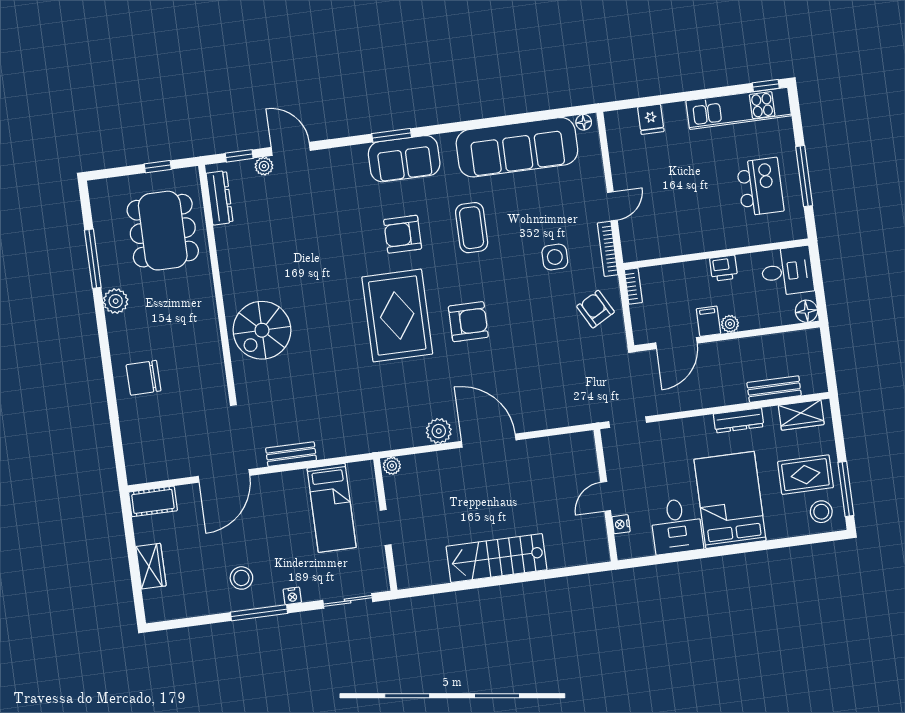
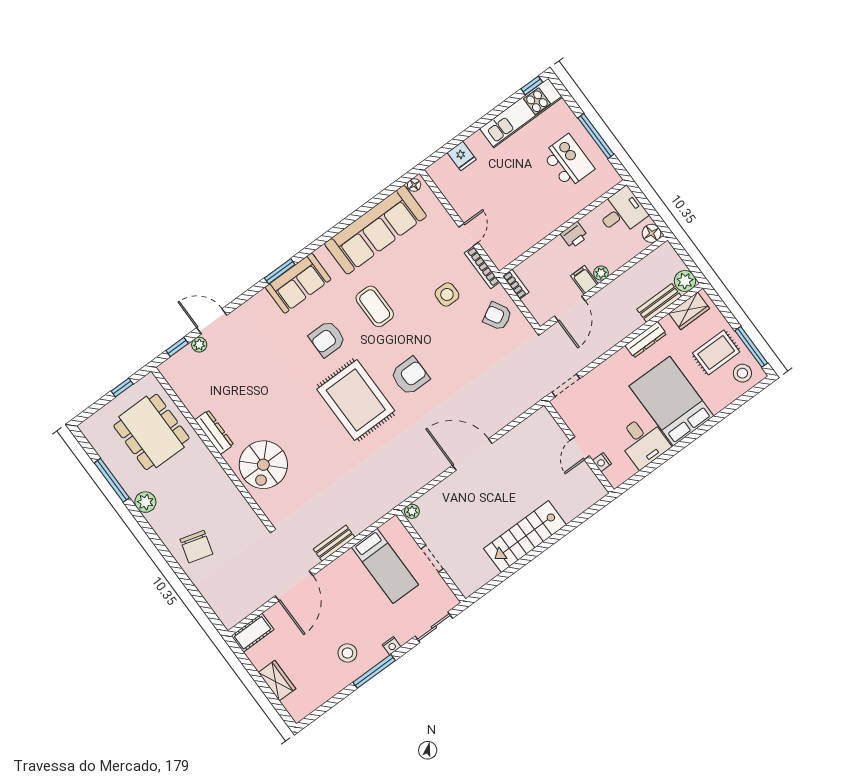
dresser: (220, 198) -> (214, 432), moved
chair: (144, 378) -> (196, 547), turned -73
plant: (439, 431) -> (685, 281), moved

